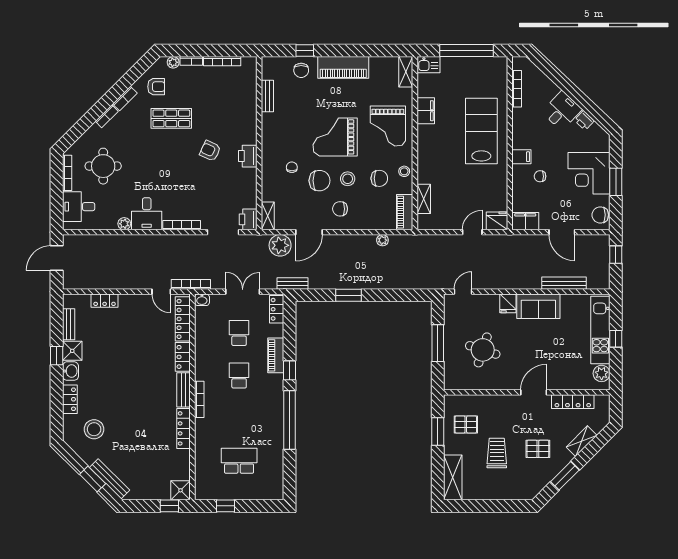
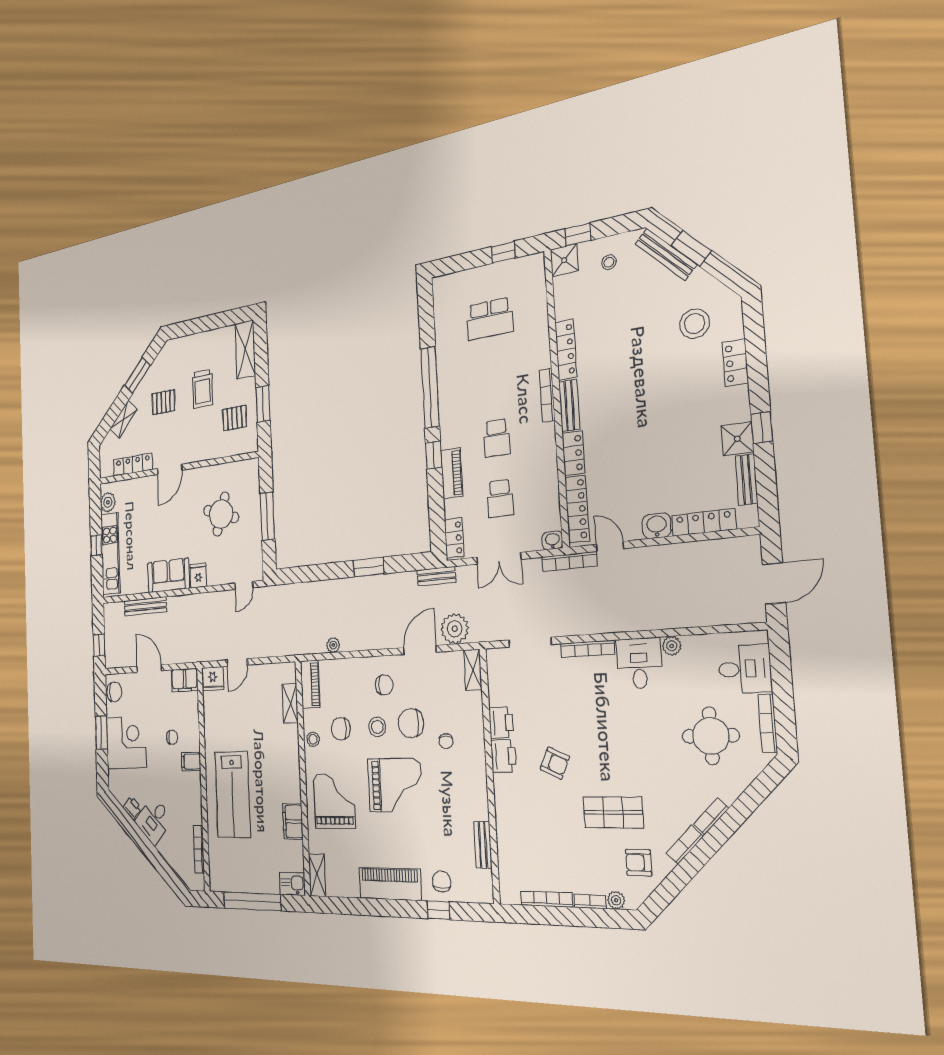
printer: (248, 219) -> (501, 723), moved
locker: (105, 301) -> (704, 522), width x1.53
washbasin: (71, 371) -> (657, 526), moved, turned 90
stool: (149, 482) -> (609, 262), added

